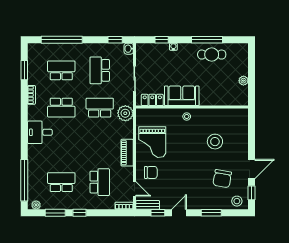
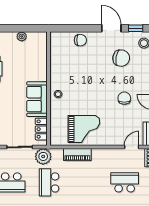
plant: (125, 113) -> (43, 156), moved
chair: (240, 139) -> (80, 40), added
stool: (215, 142) -> (83, 65), removed
piano: (127, 153) -> (77, 155), moved
chair: (151, 172) -> (124, 98), moved

